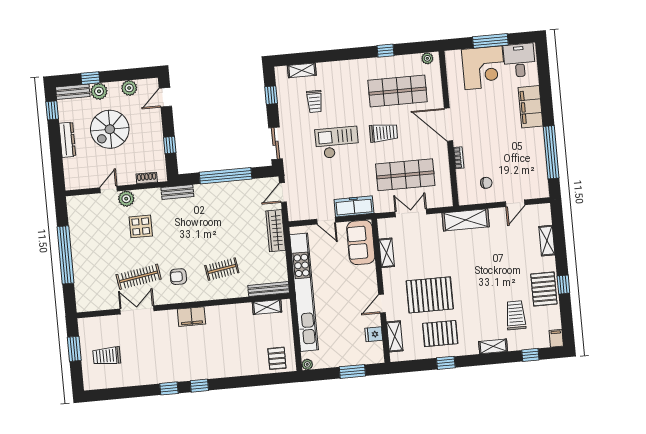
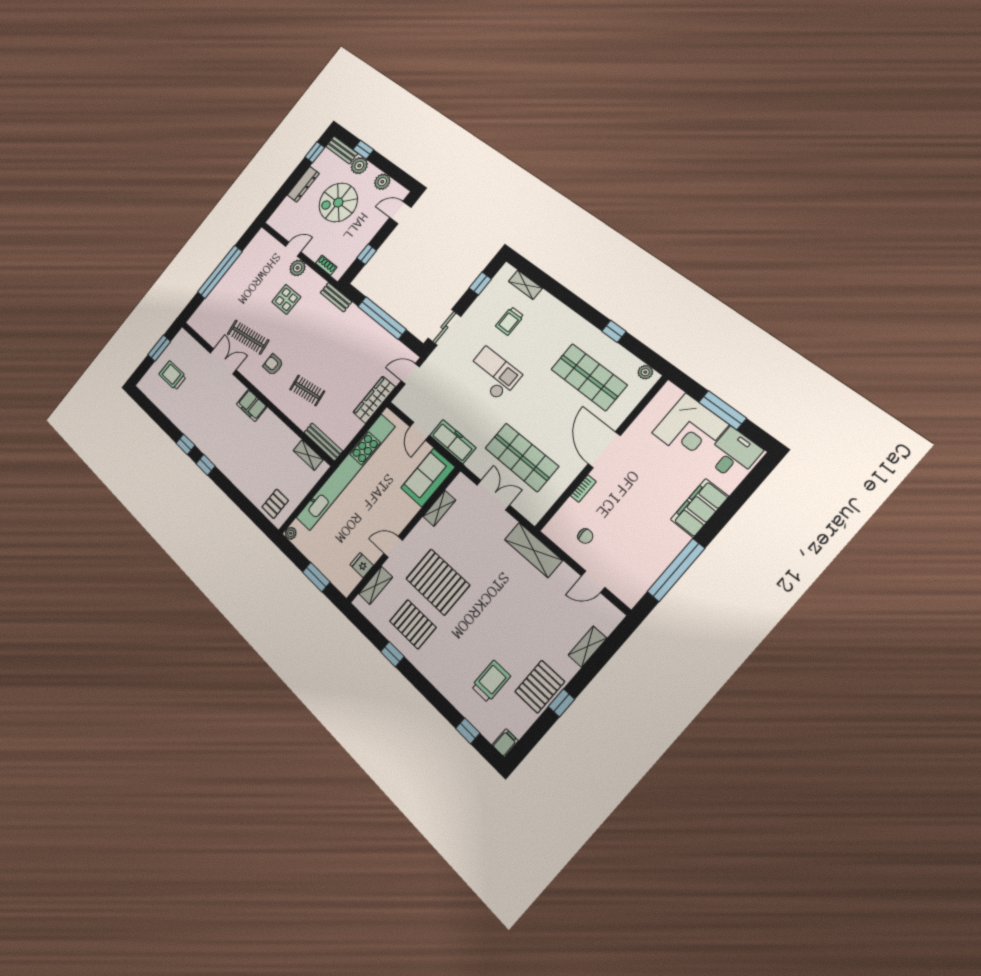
trolley: (384, 133) -> (540, 402), removed
shelving: (493, 346) -> (444, 686), removed

